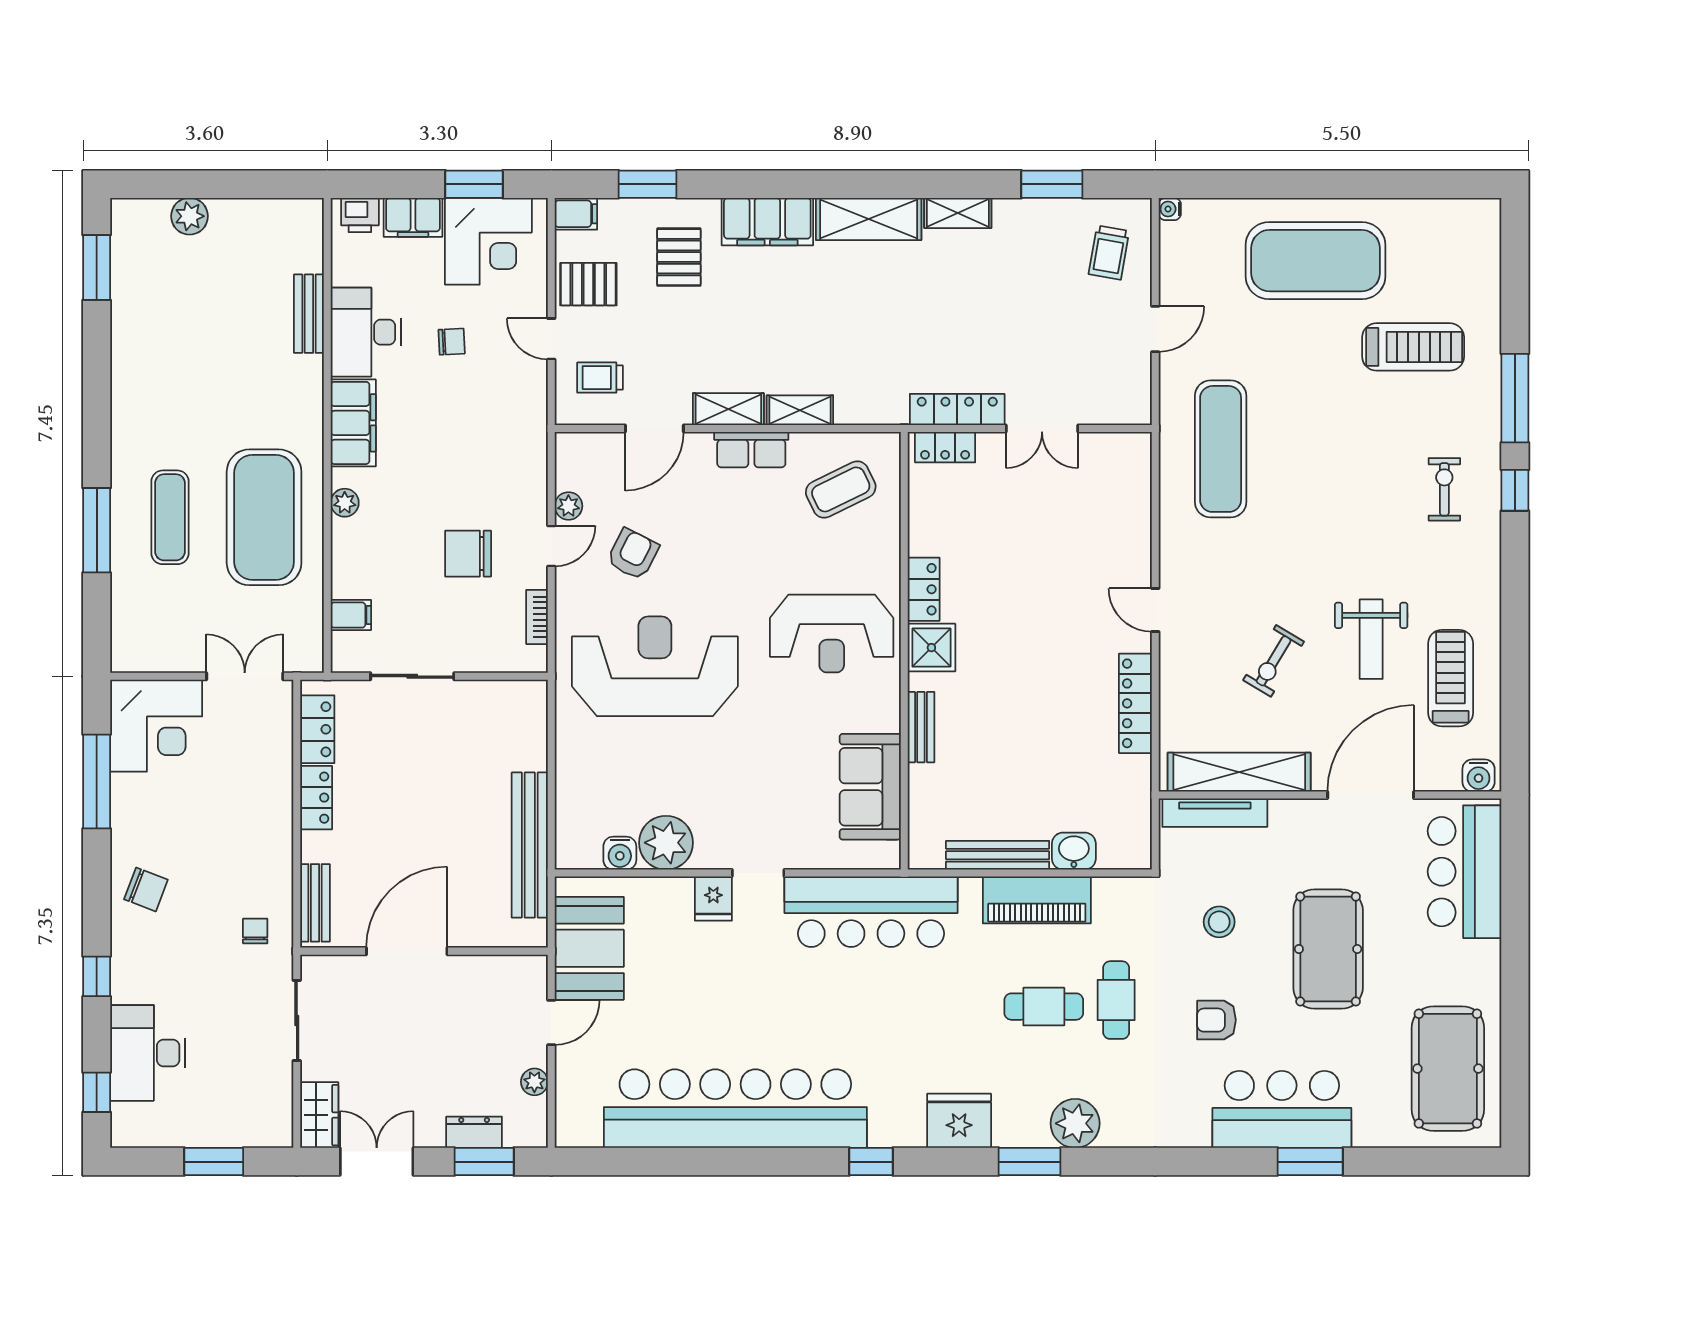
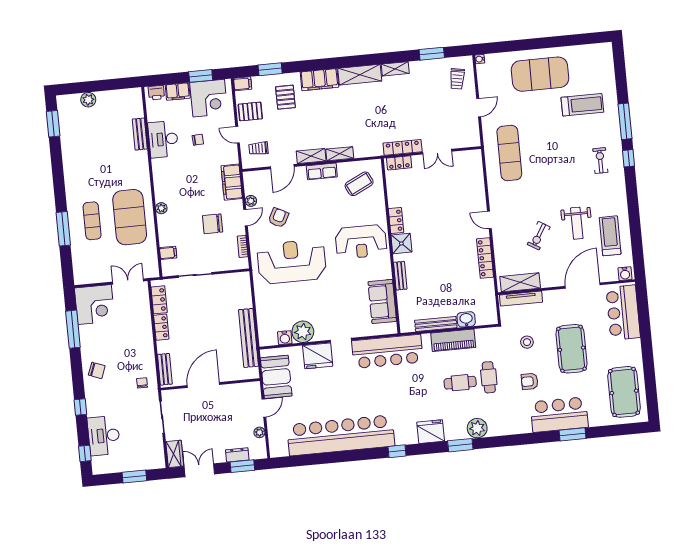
filing cabinet: (353, 423) -> (232, 182), moved, turned 180
shelving: (1239, 772) -> (520, 282), width x0.68
fridge: (713, 899) -> (318, 356), width x1.88, depth x1.34

